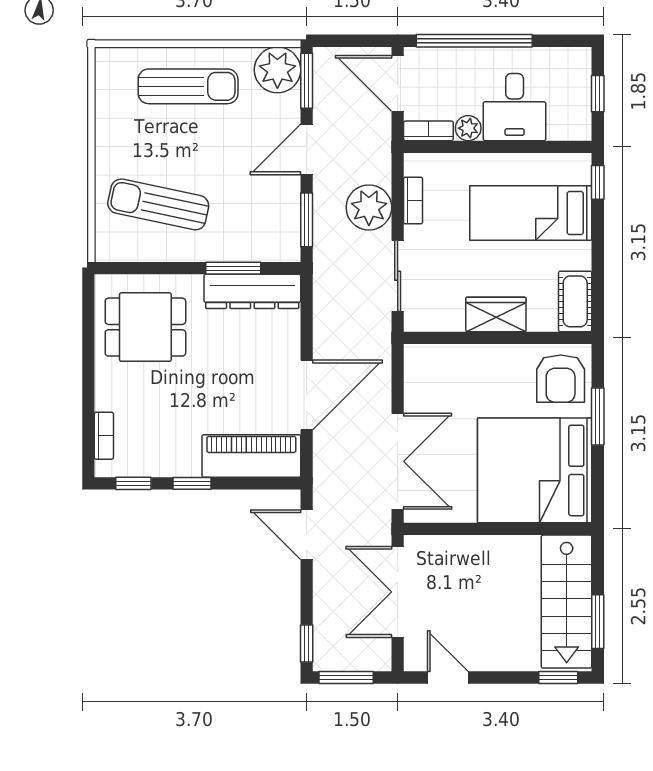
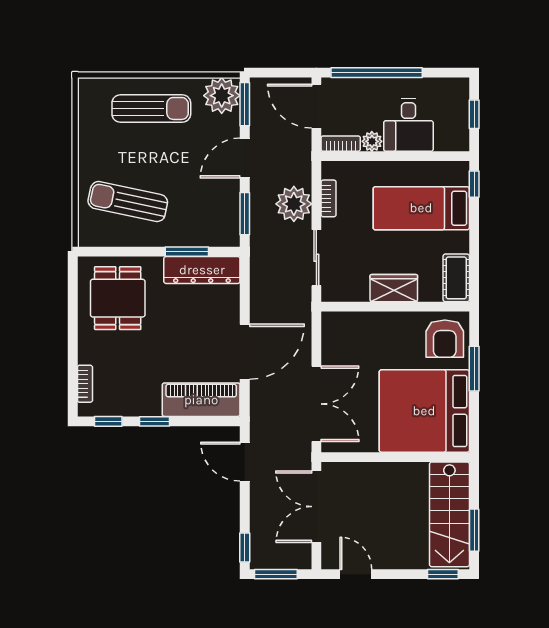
dining table: (145, 327) -> (118, 298), turned 90

